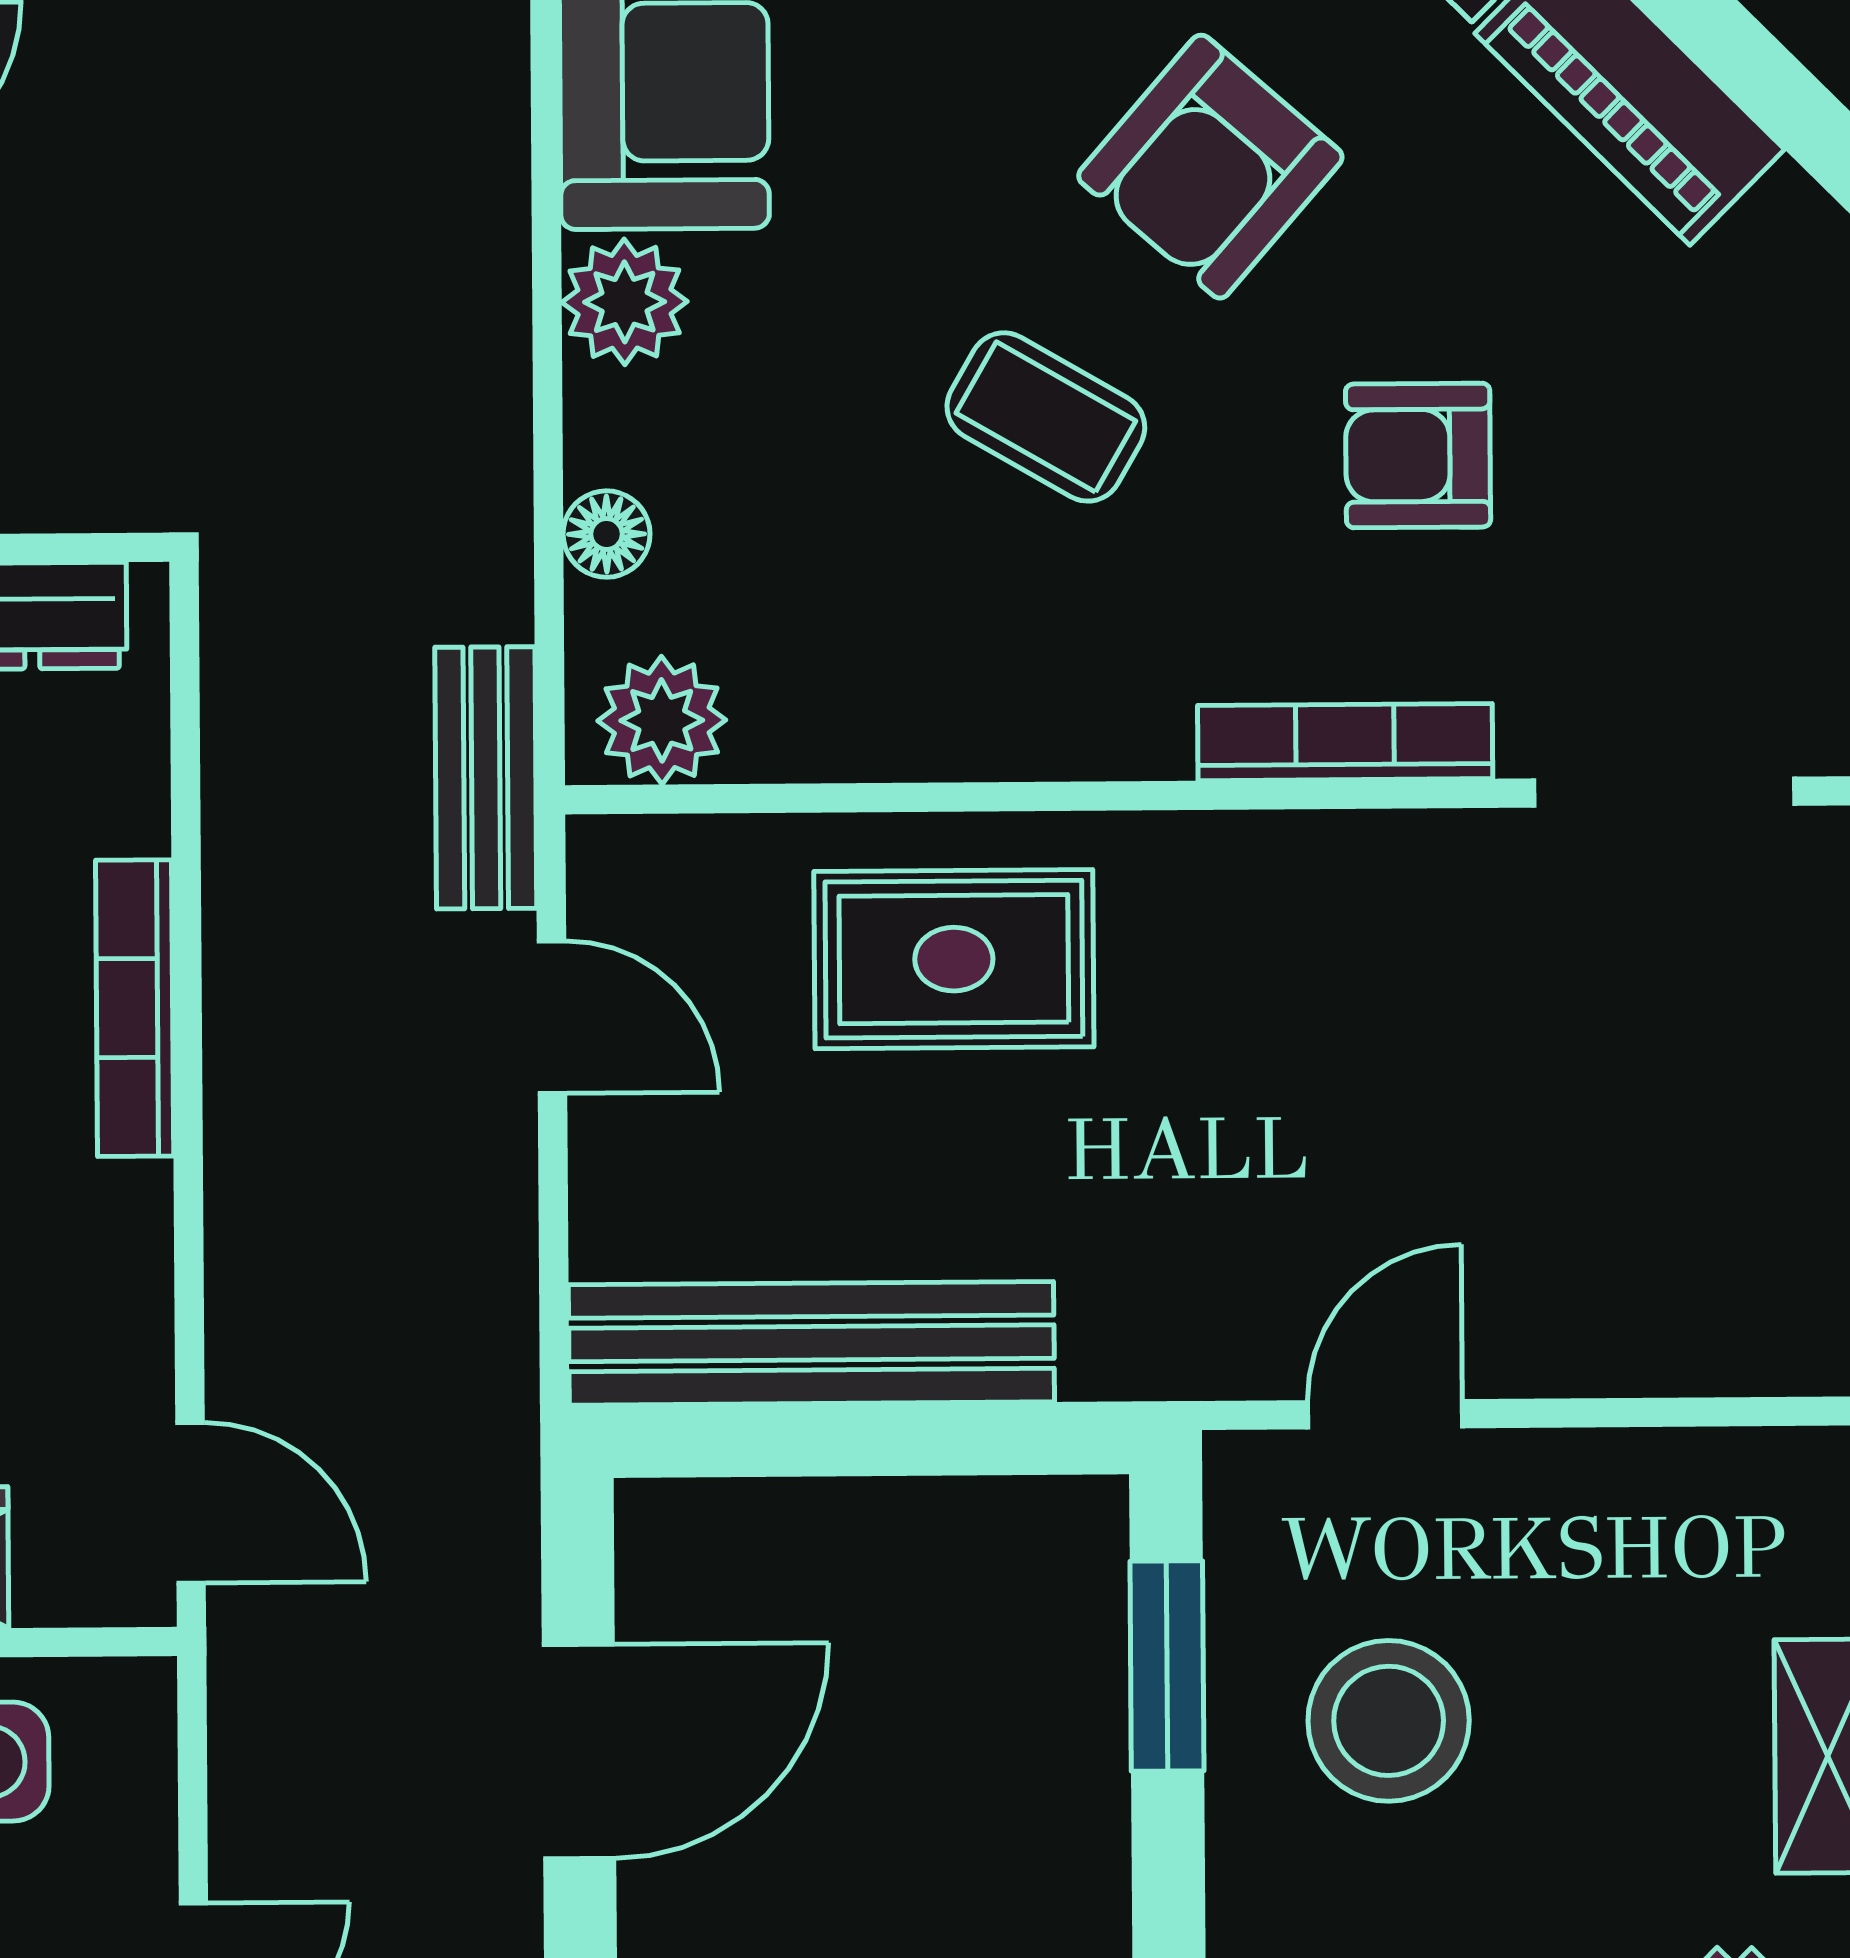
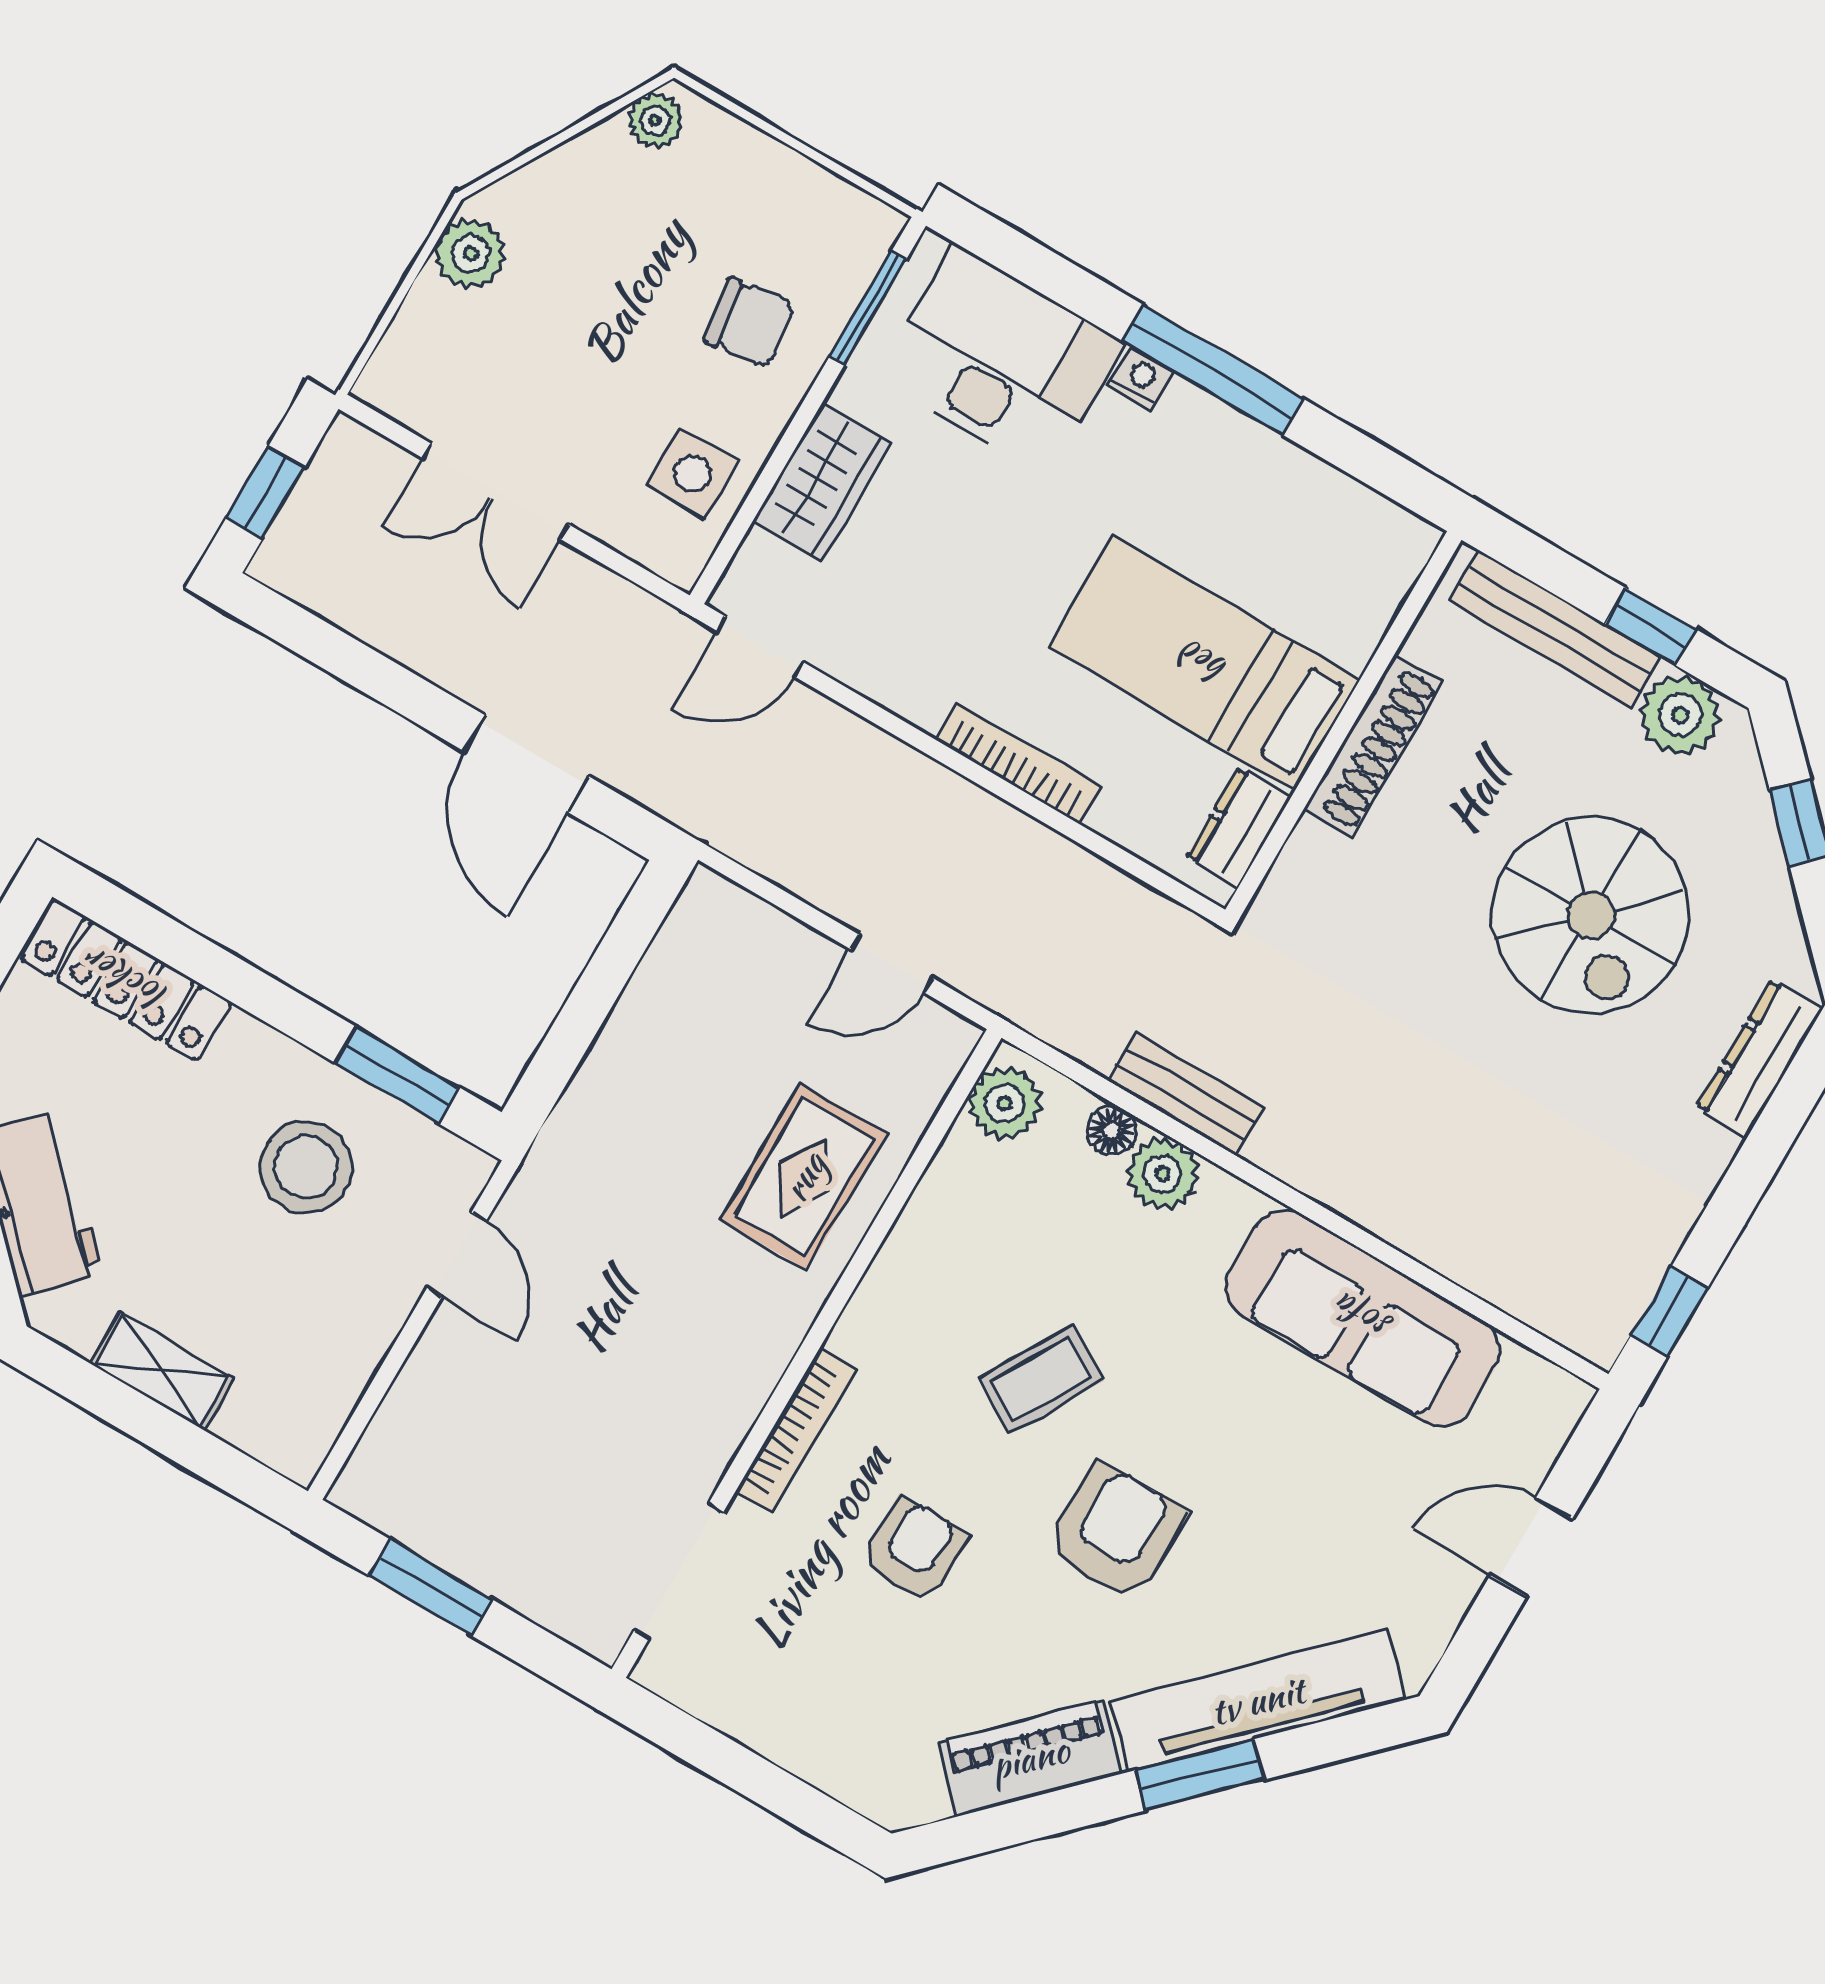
armchair: (1210, 167) -> (1115, 1532), turned 49
plant: (625, 302) -> (1163, 1174), moved
bench: (486, 778) -> (1185, 1094), moved
bench: (811, 1343) -> (658, 996), removed

